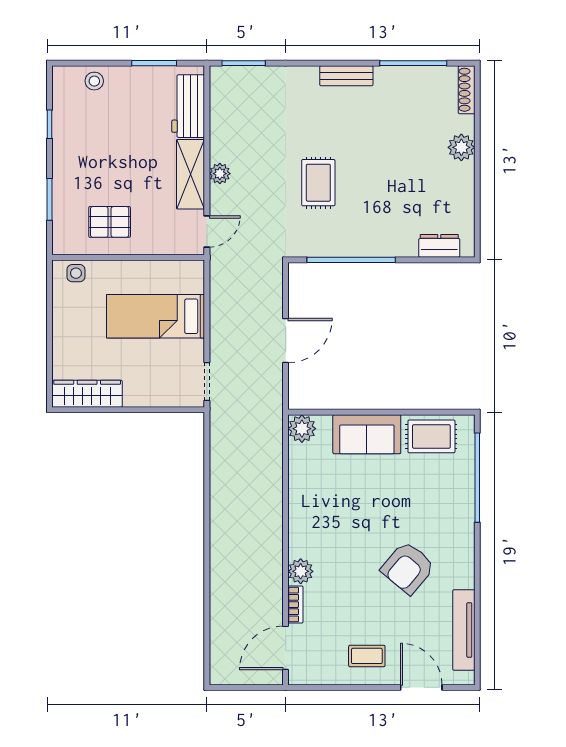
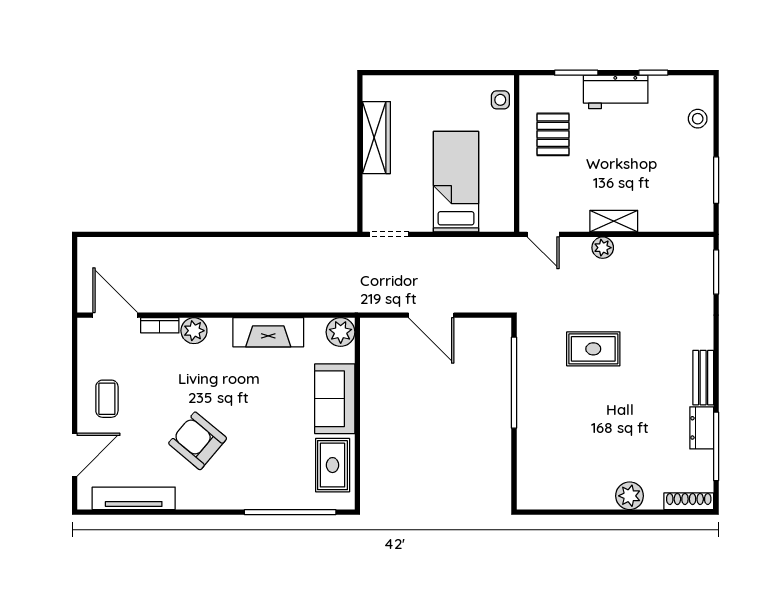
workbench: (188, 106) -> (616, 92), moved, turned 180
shelving: (190, 174) -> (614, 221), width x0.67, depth x0.75
dresser: (439, 246) -> (702, 428), moved, turned 180
wardrobe: (87, 394) -> (376, 138), moved
fireplace: (302, 499) -> (268, 332), added

